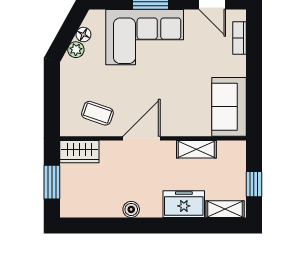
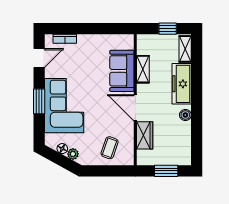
sofa: (229, 107) -> (122, 71), moved, turned 90
coffee table: (97, 113) -> (110, 148), moved
wardrobe: (79, 152) -> (145, 135), moved
freezer: (184, 204) -> (182, 84), width x1.40

